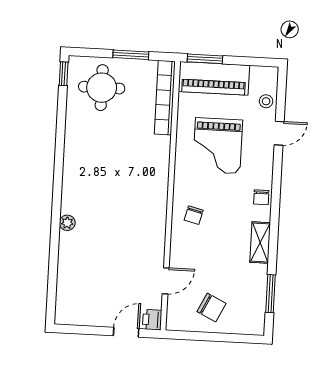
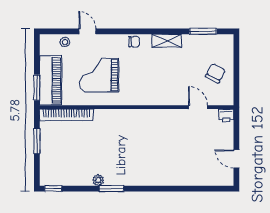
round table: (102, 88) -> (62, 161), removed
grand piano: (218, 146) -> (99, 75), turned 180
window: (59, 155) -> (111, 189), added
chair: (194, 215) -> (150, 90), removed
plant: (67, 223) -> (98, 180), moved
door: (126, 332) -> (236, 159), moved

